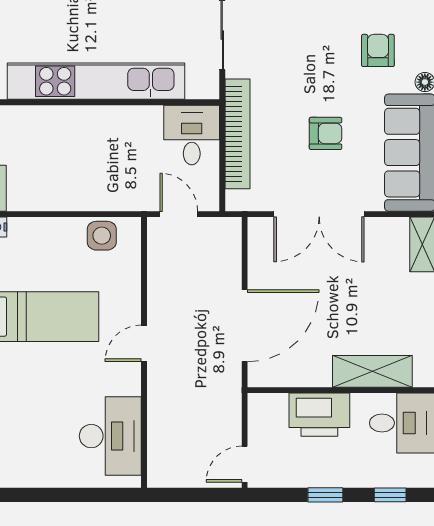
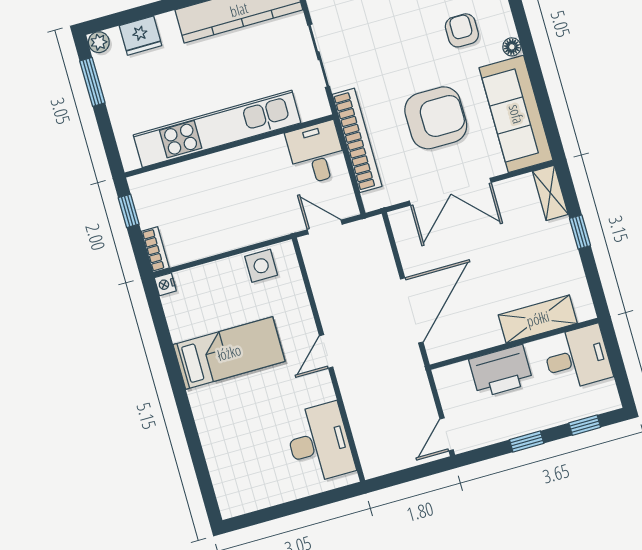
armchair: (326, 133) -> (436, 118), width x1.88, depth x1.88

